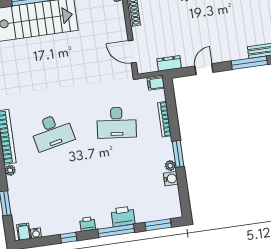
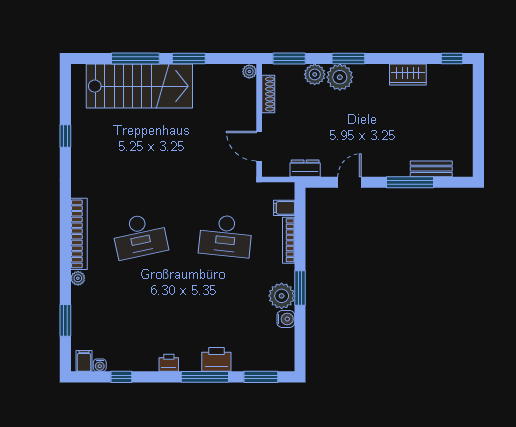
filing cabinet: (156, 83) -> (284, 208), moved
plant: (170, 166) -> (282, 296), width x1.88, depth x1.88
window: (69, 238) -> (121, 377), moved

